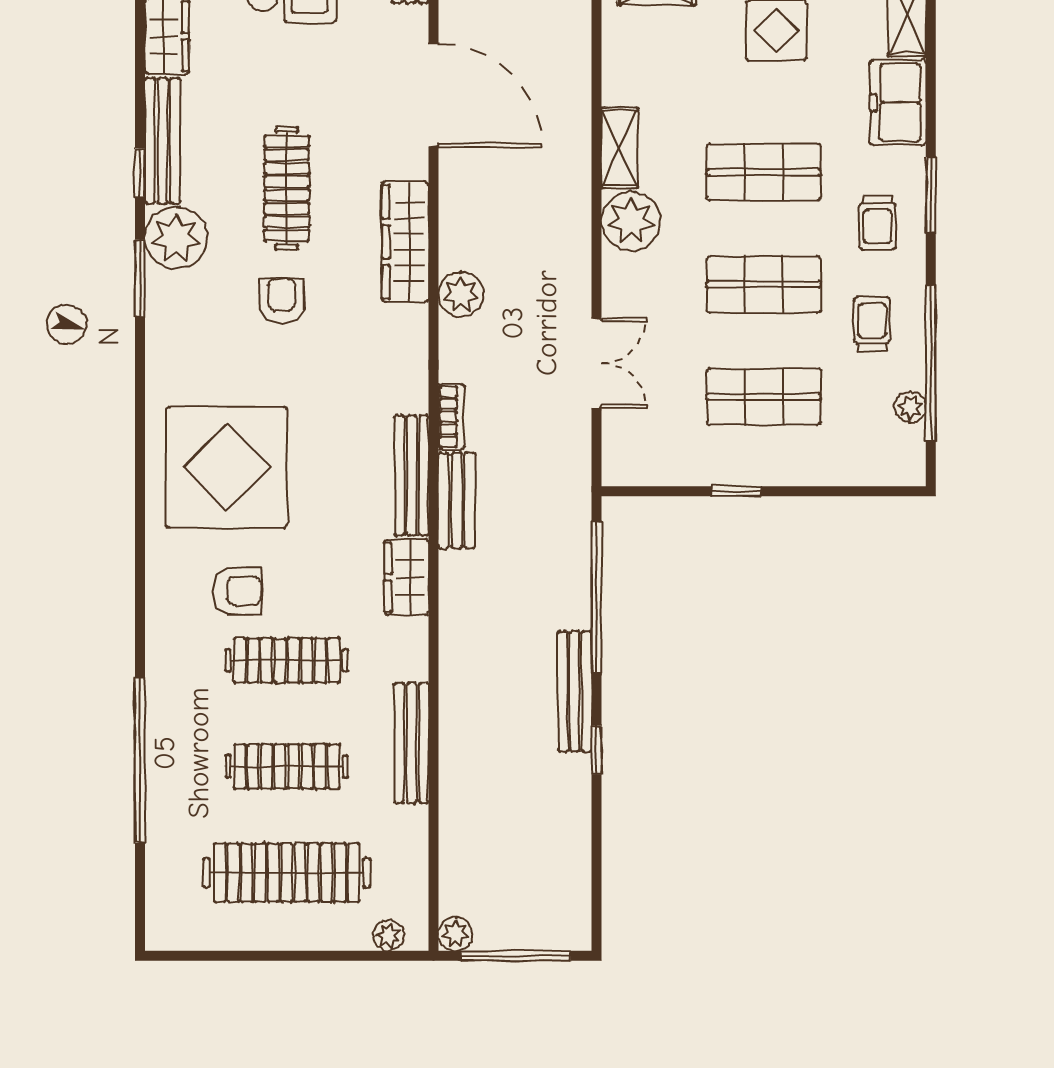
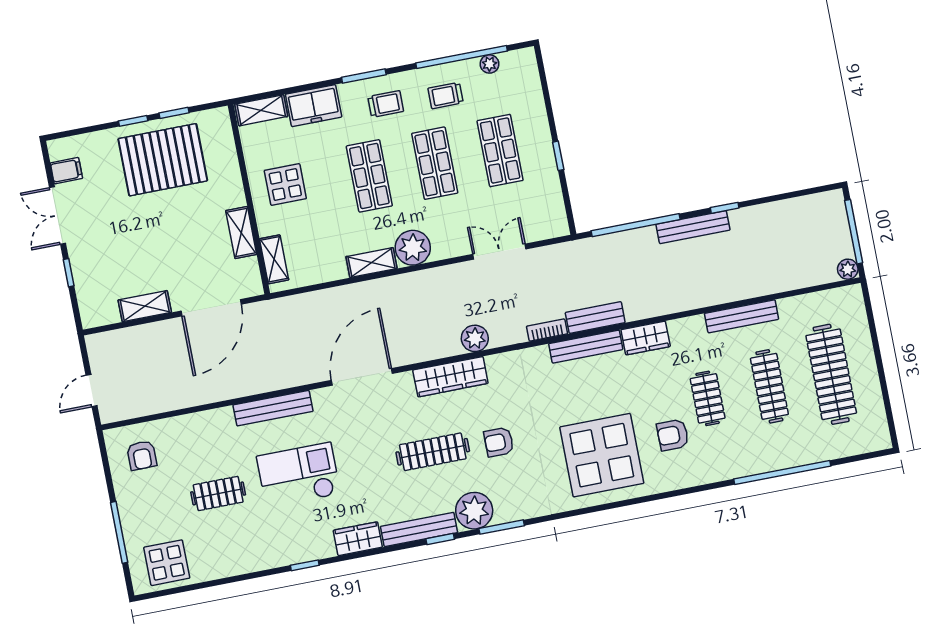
armchair: (237, 591) -> (673, 435), turned -90
clothes rail: (287, 660) -> (708, 398), width x0.73
plant: (389, 936) -> (856, 308), removed

